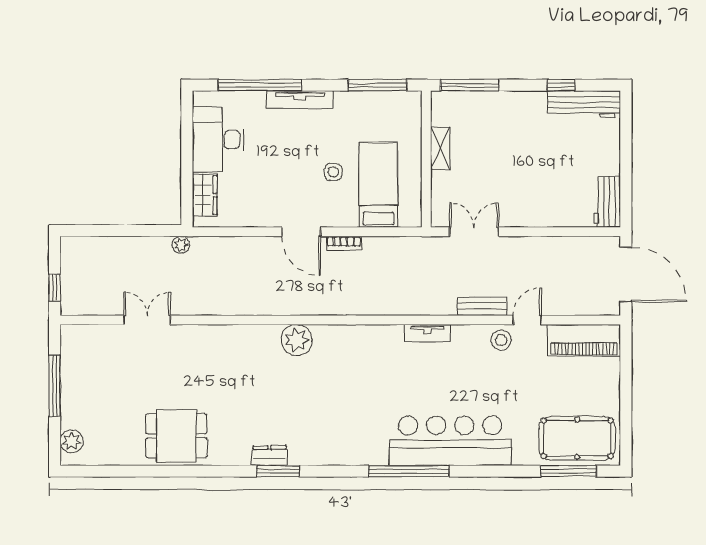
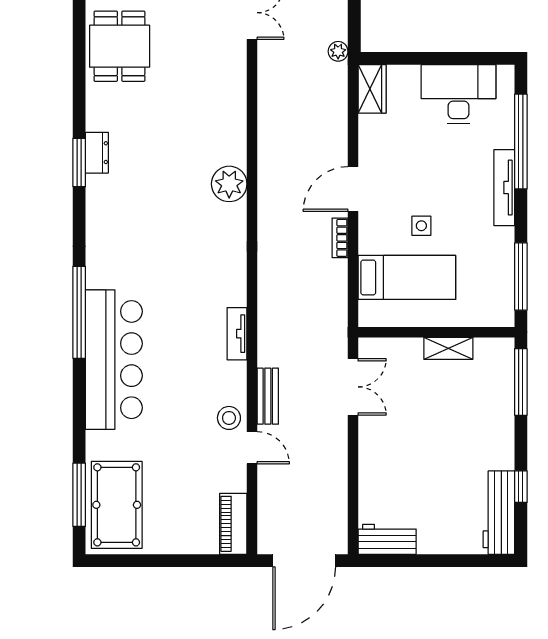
wardrobe: (205, 195) -> (372, 89), moved, turned -90
piano: (584, 340) -> (233, 524), width x0.73, depth x0.75

